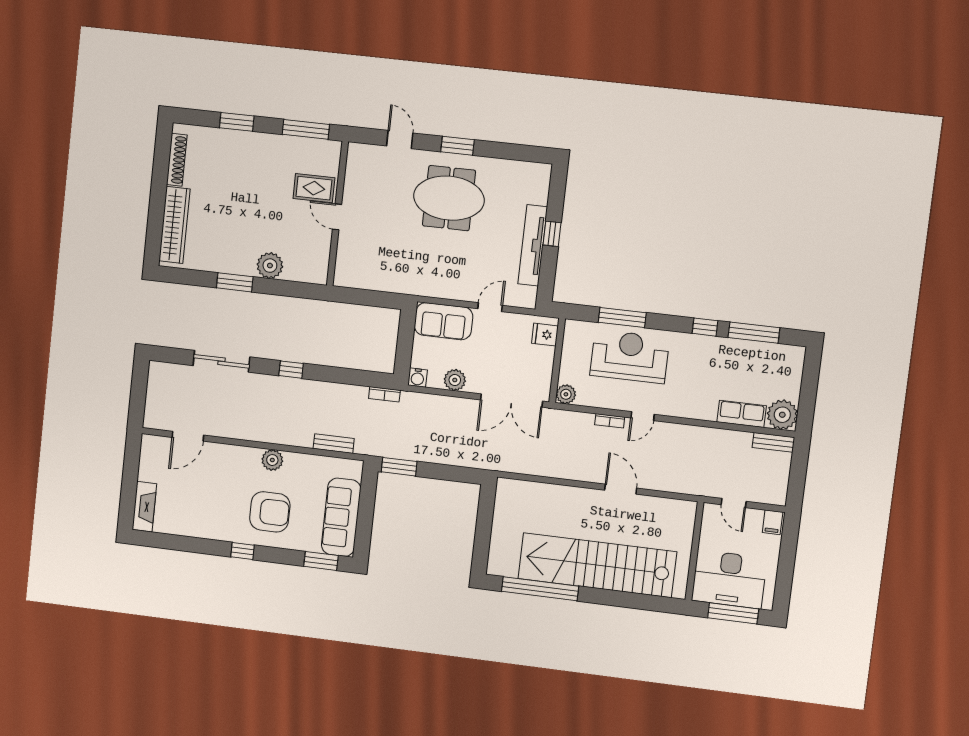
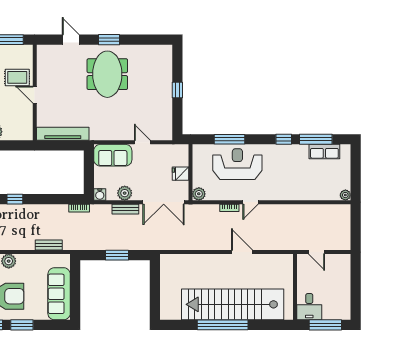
meeting table: (449, 198) -> (107, 74), turned 90
tv unit: (533, 245) -> (63, 134), moved, turned 90
door: (490, 307) -> (142, 142), hinge flipped
fridge: (545, 335) -> (180, 174), moved
row of seats: (742, 414) -> (324, 152), moved, turned 180
plant: (782, 415) -> (345, 195), width x0.53, depth x0.53
bench: (773, 442) -> (125, 209), moved
window: (399, 467) -> (117, 255), moved
filing cabinet: (773, 522) -> (343, 262), removed
window: (321, 561) -> (22, 325), moved
desk: (729, 579) -> (309, 307), width x0.53, depth x0.77
window: (540, 589) -> (223, 325), moved

